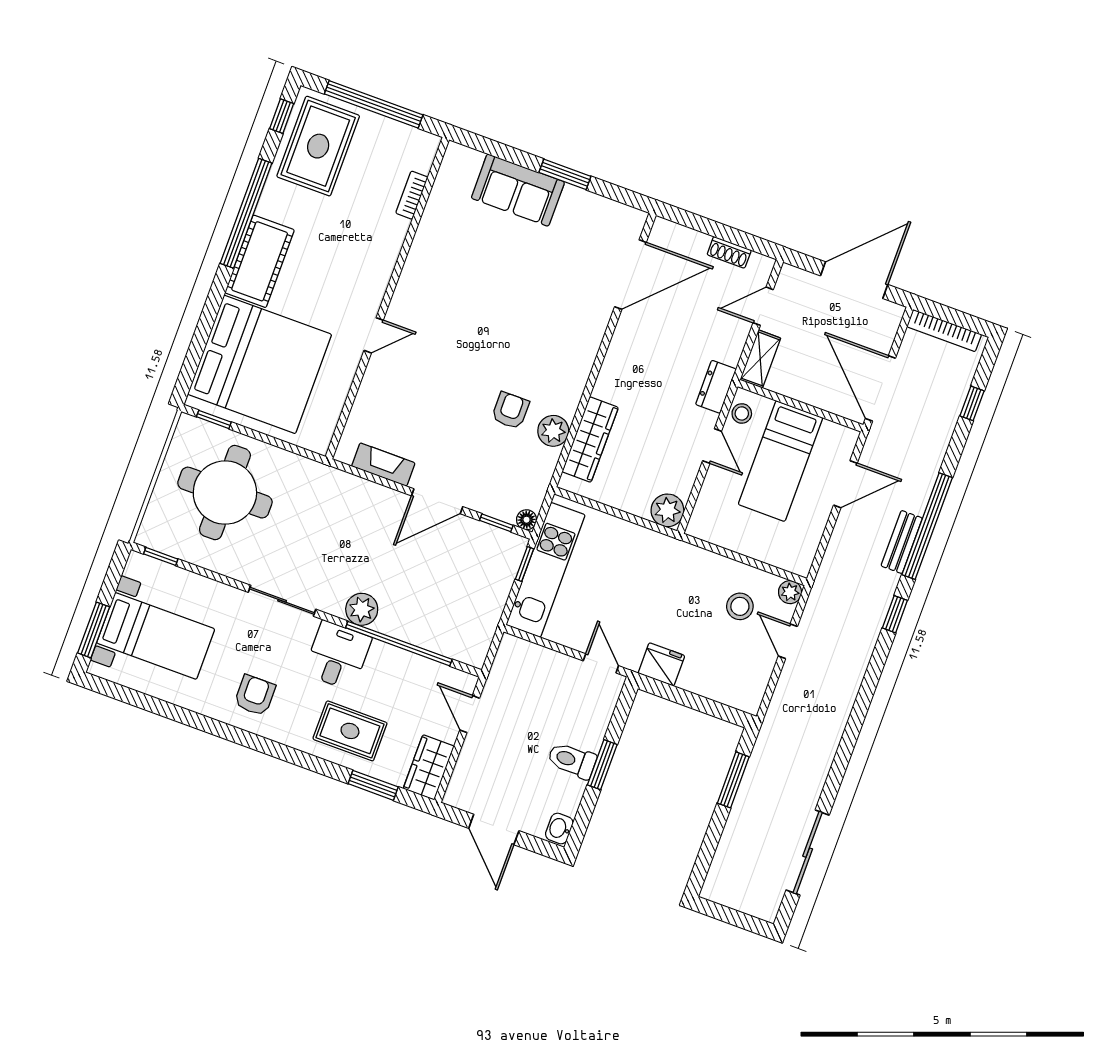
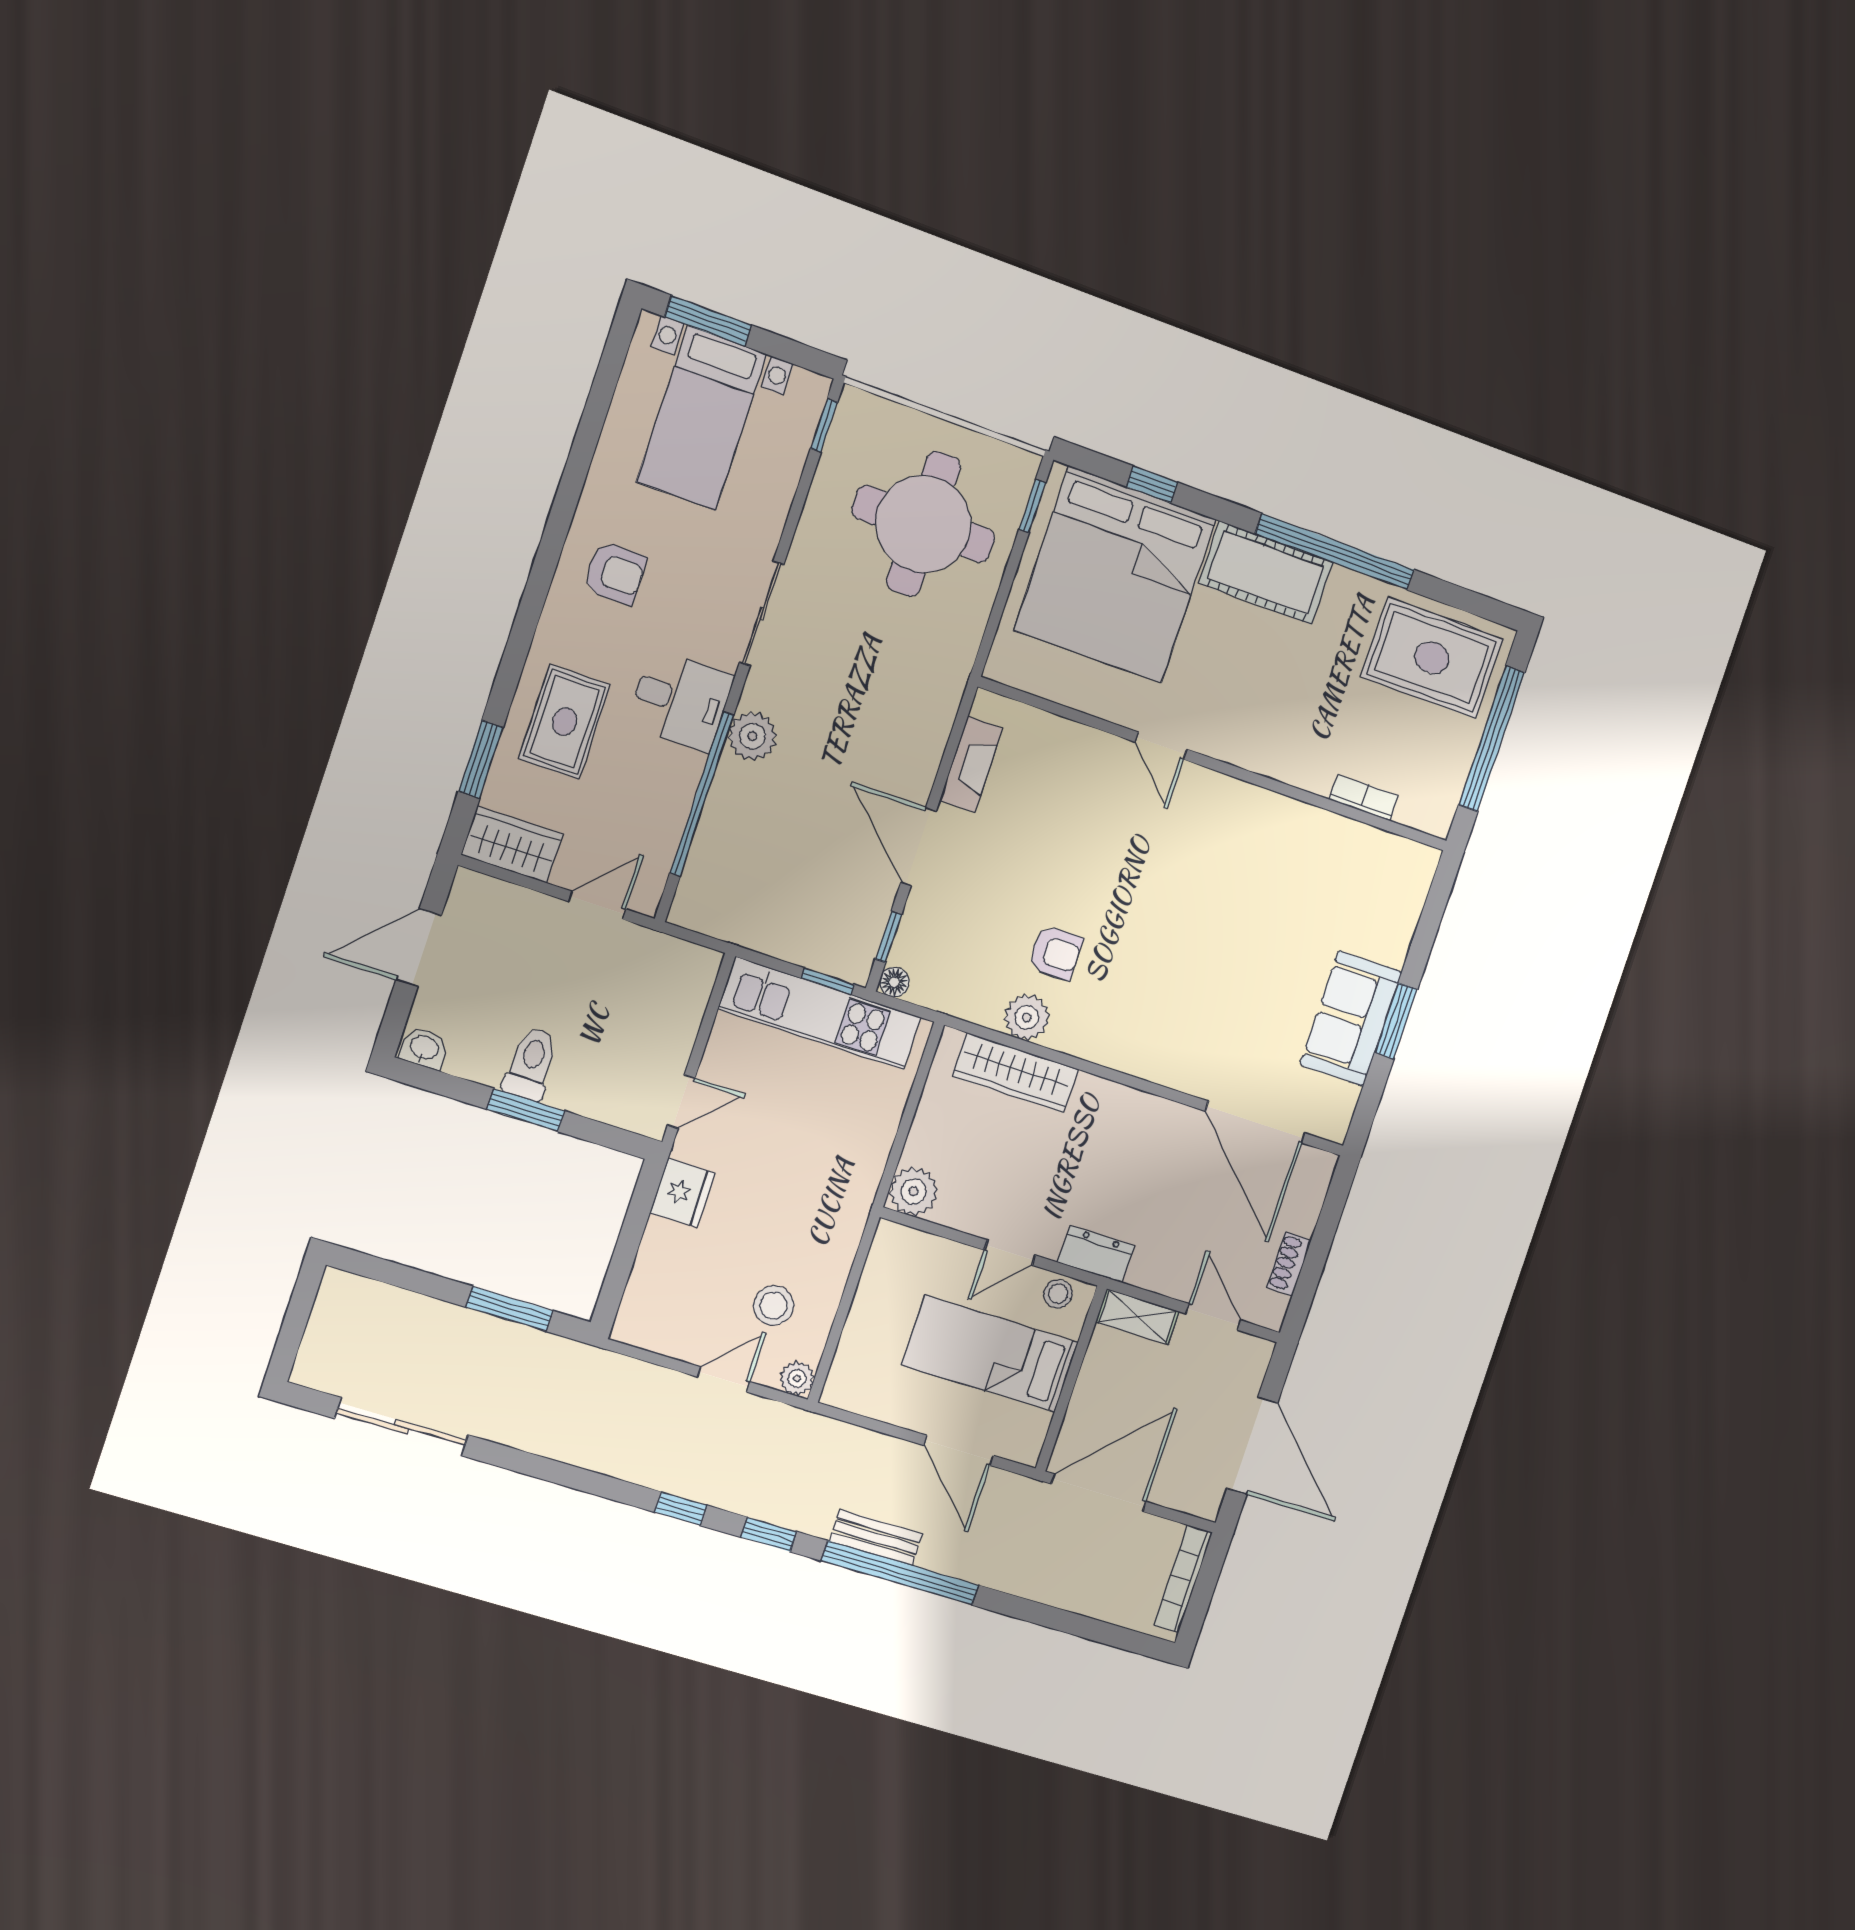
window: (282, 116) -> (1152, 484), moved
sofa: (518, 190) -> (1351, 1018), moved
window: (972, 403) -> (681, 1509), moved

